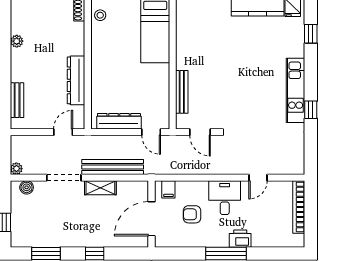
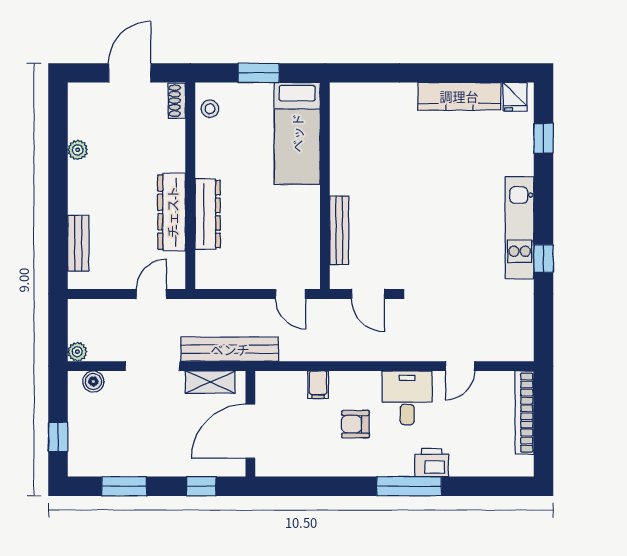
dresser: (119, 121) -> (208, 214), moved, turned 90
wall: (151, 214) -> (250, 424), moved
door: (151, 219) -> (250, 431), moved

